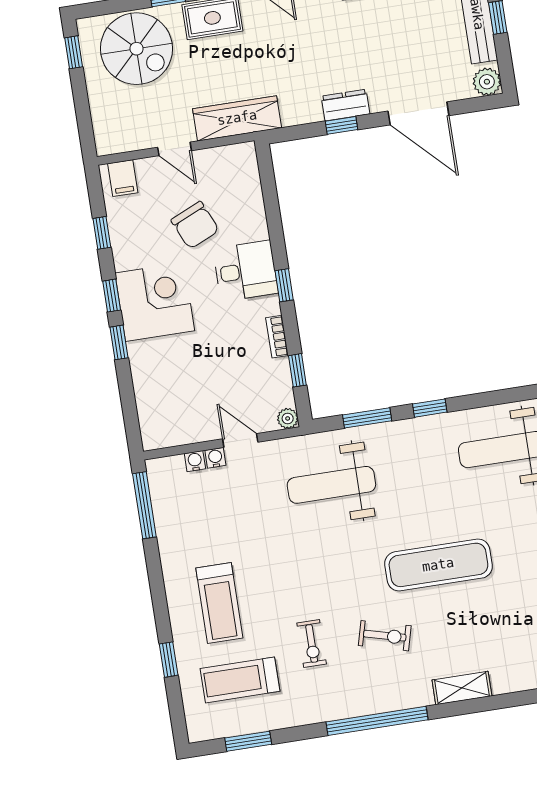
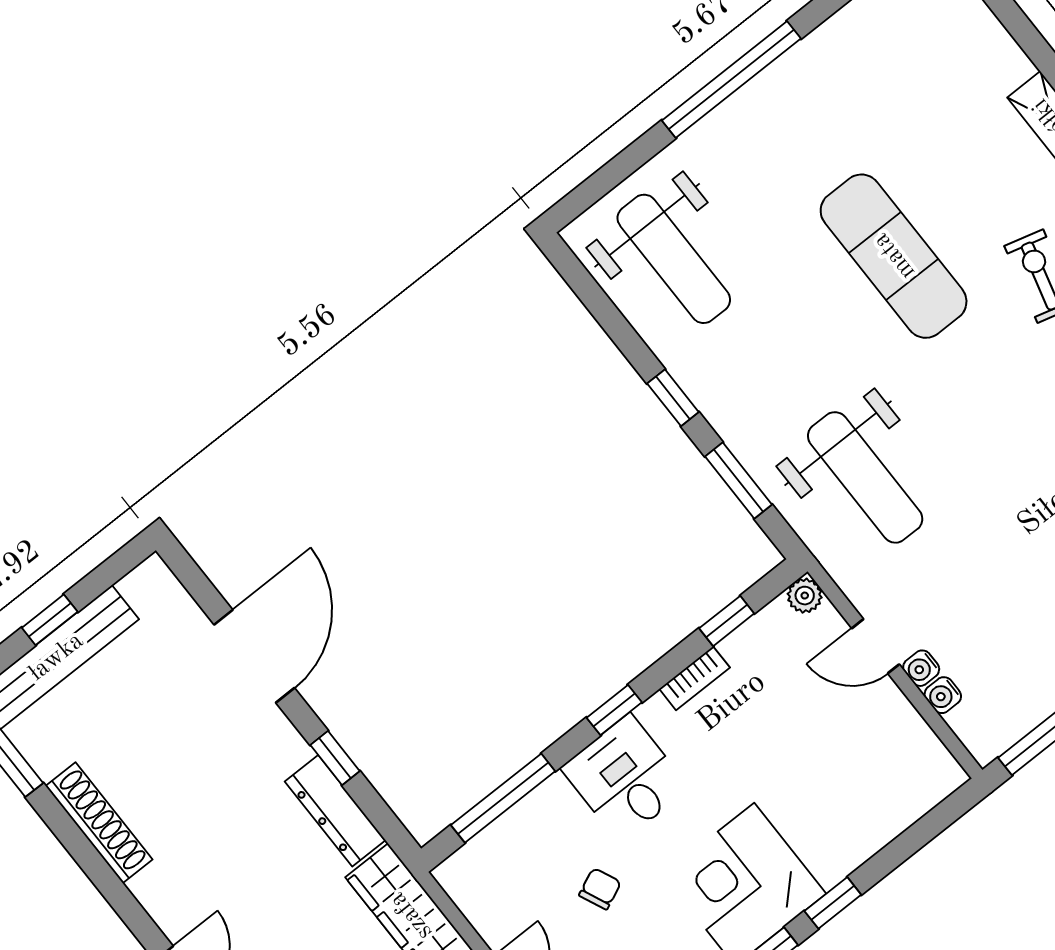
plant: (487, 82) -> (152, 583), removed
dresser: (346, 105) -> (335, 811), moved, width x1.44
window: (271, 201) -> (503, 798), added
chair: (195, 225) -> (600, 889), width x0.54, depth x0.54
door: (240, 440) -> (876, 646), hinge flipped

